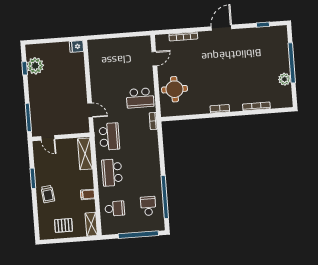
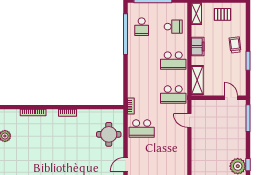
school desk: (140, 98) -> (142, 129), turned 180
school desk: (109, 136) -> (173, 95), turned -90
school desk: (112, 173) -> (173, 61), turned 90
filing cabinet: (88, 194) -> (198, 46), width x2.00
school desk: (115, 209) -> (173, 27), turned 180

